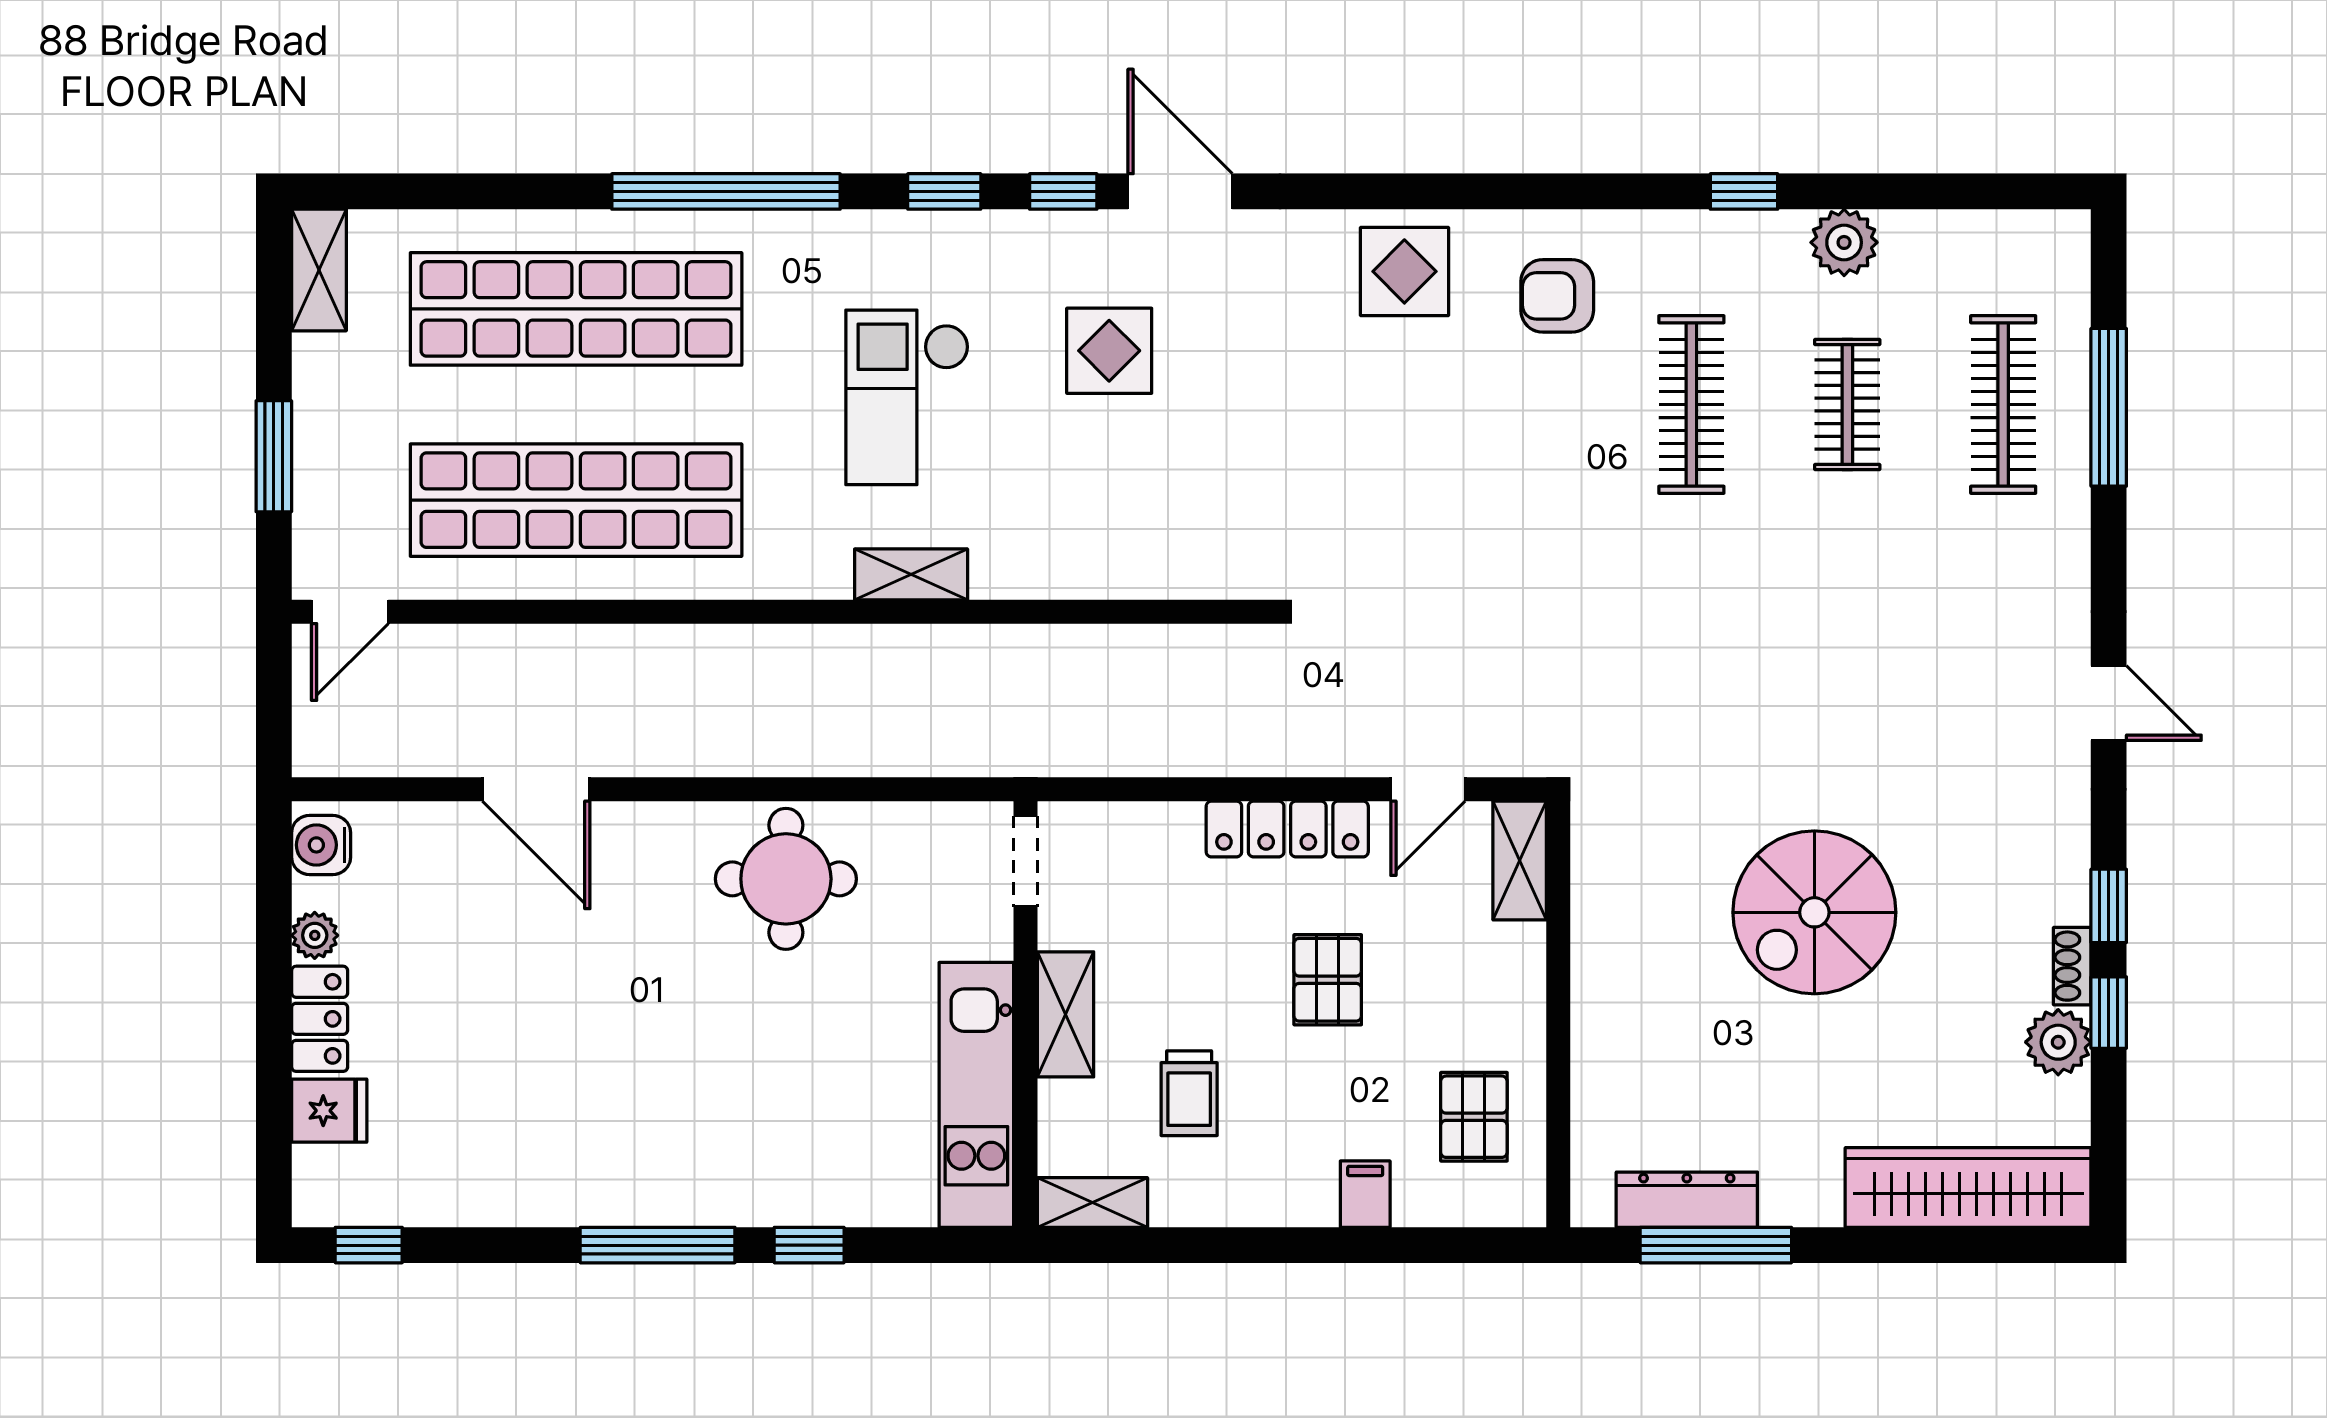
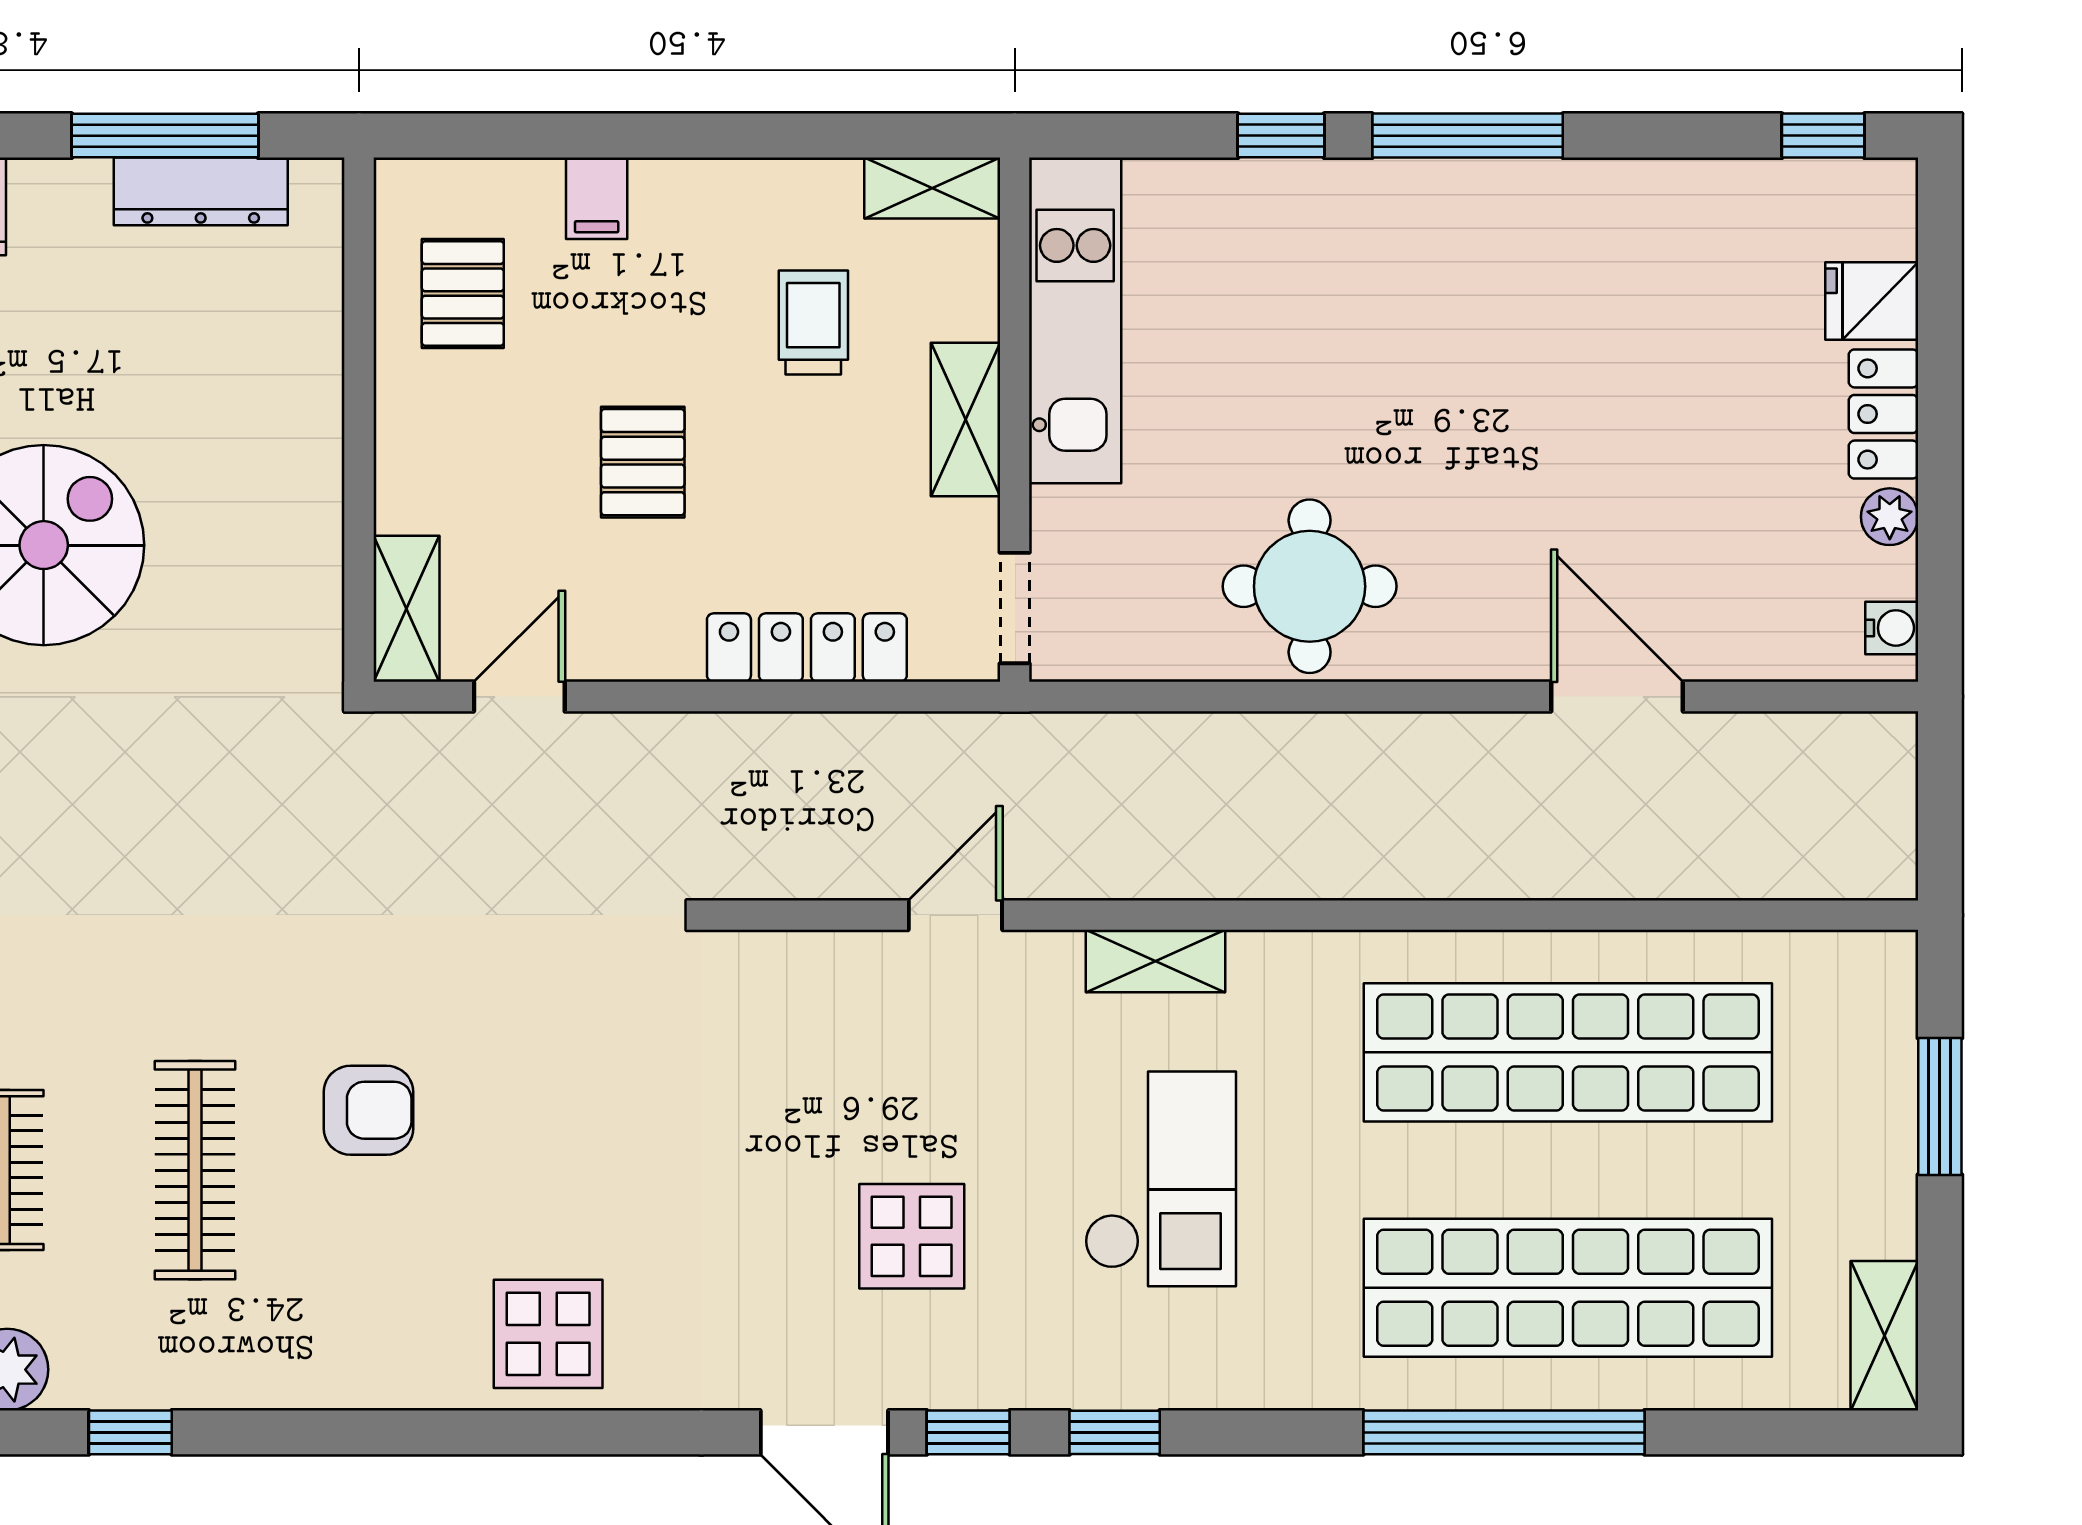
window: (726, 191) -> (1504, 1432), moved
armchair: (1557, 296) -> (368, 1110), moved
door: (350, 612) -> (955, 915), moved
locker: (1287, 829) -> (807, 648), moved
water cooler: (321, 845) -> (1892, 628), width x0.72, depth x0.72

